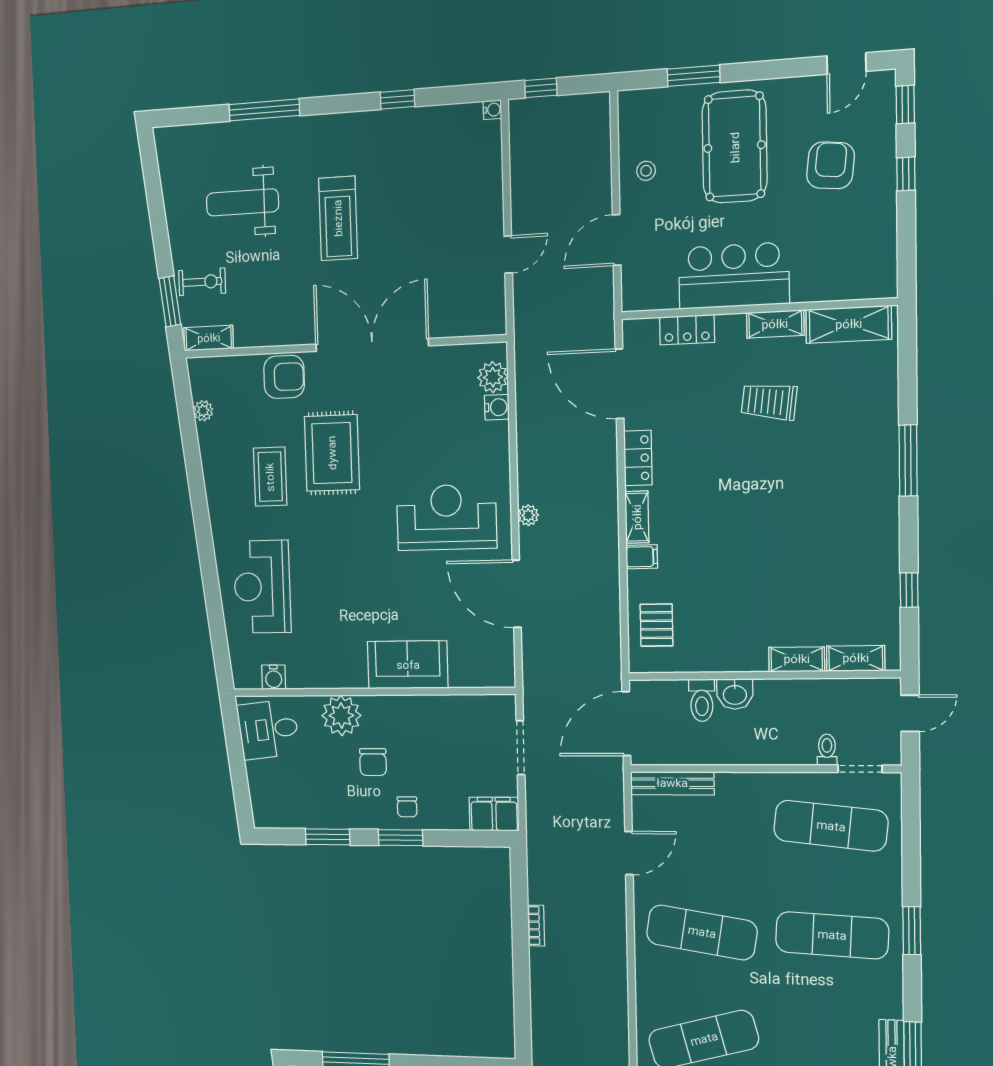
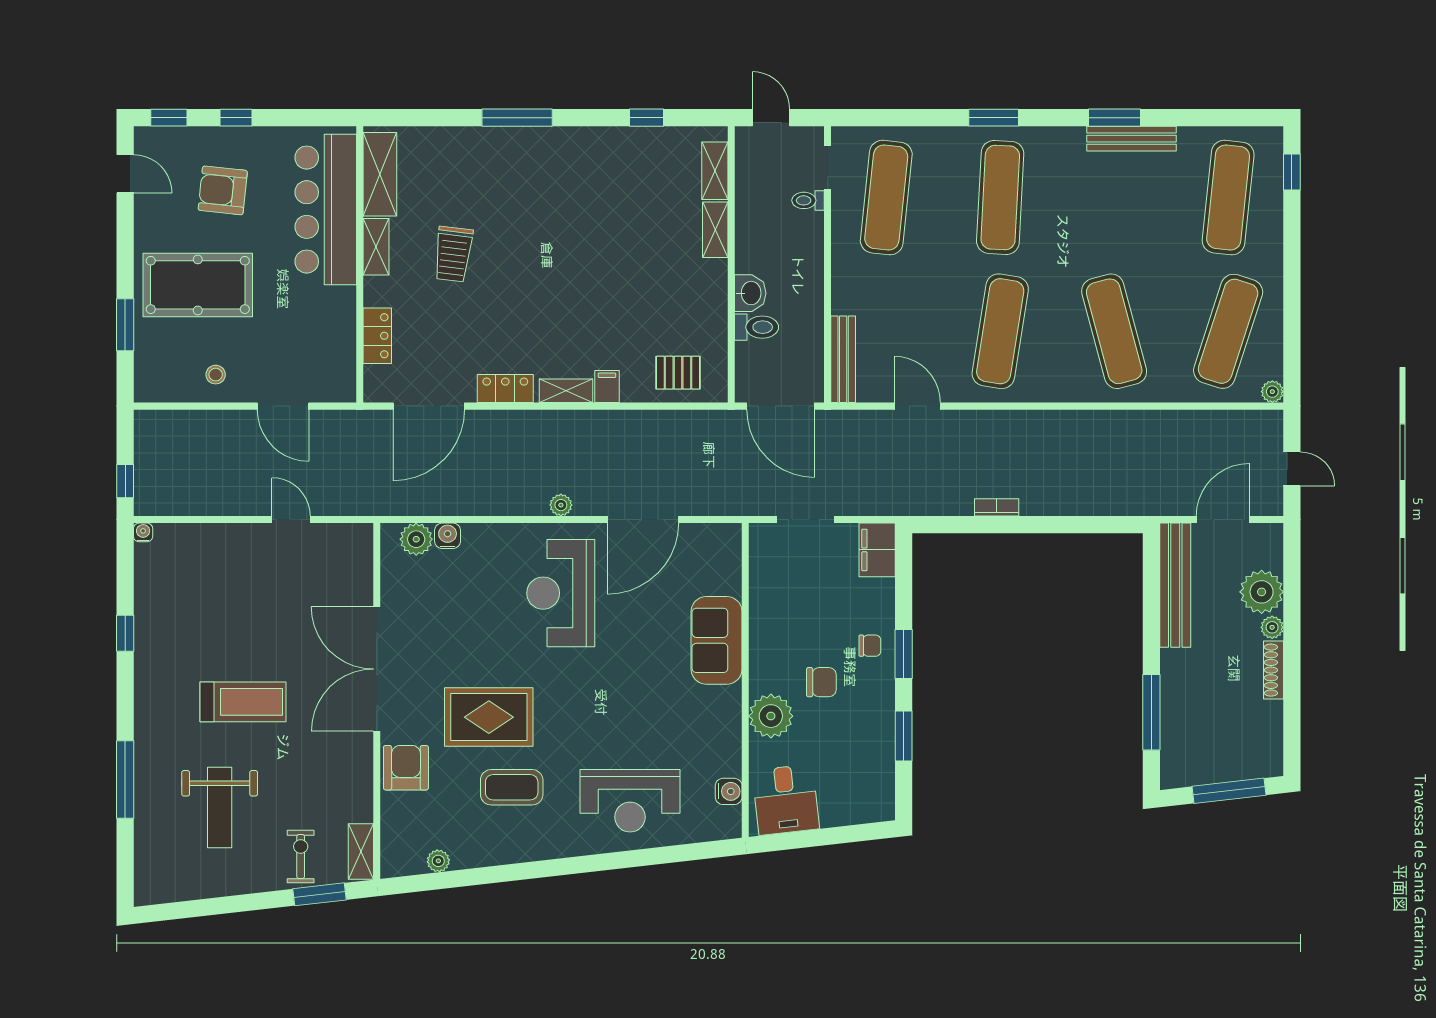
bar counter: (734, 276) -> (326, 210), moved, width x1.36

